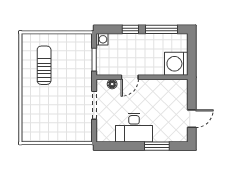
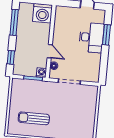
window: (130, 29) -> (11, 57), moved
washing machine: (102, 39) -> (41, 73), moved
desk: (134, 128) -> (91, 38), moved

